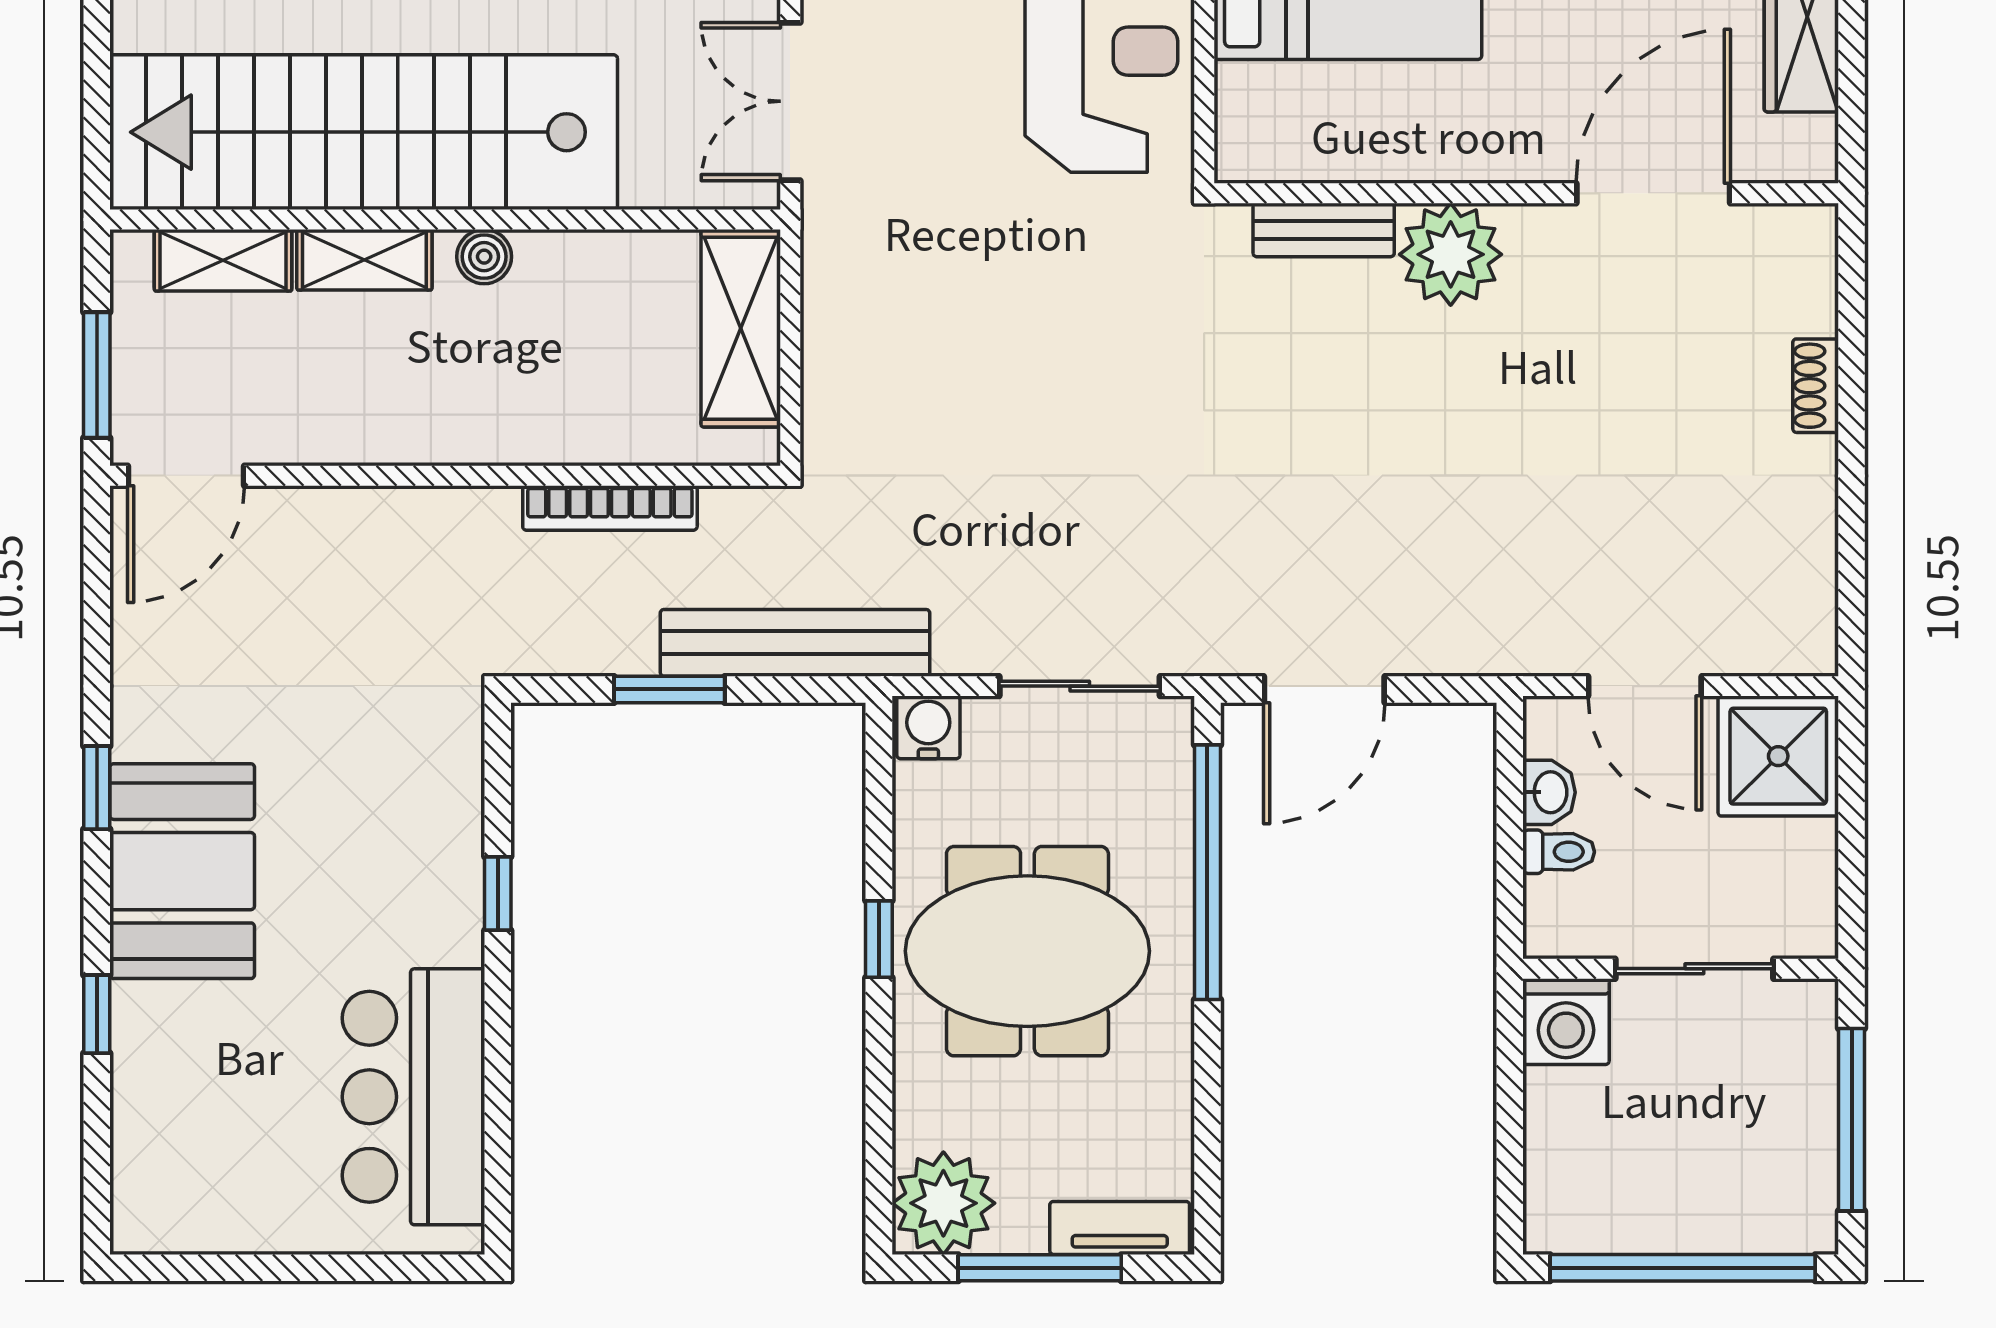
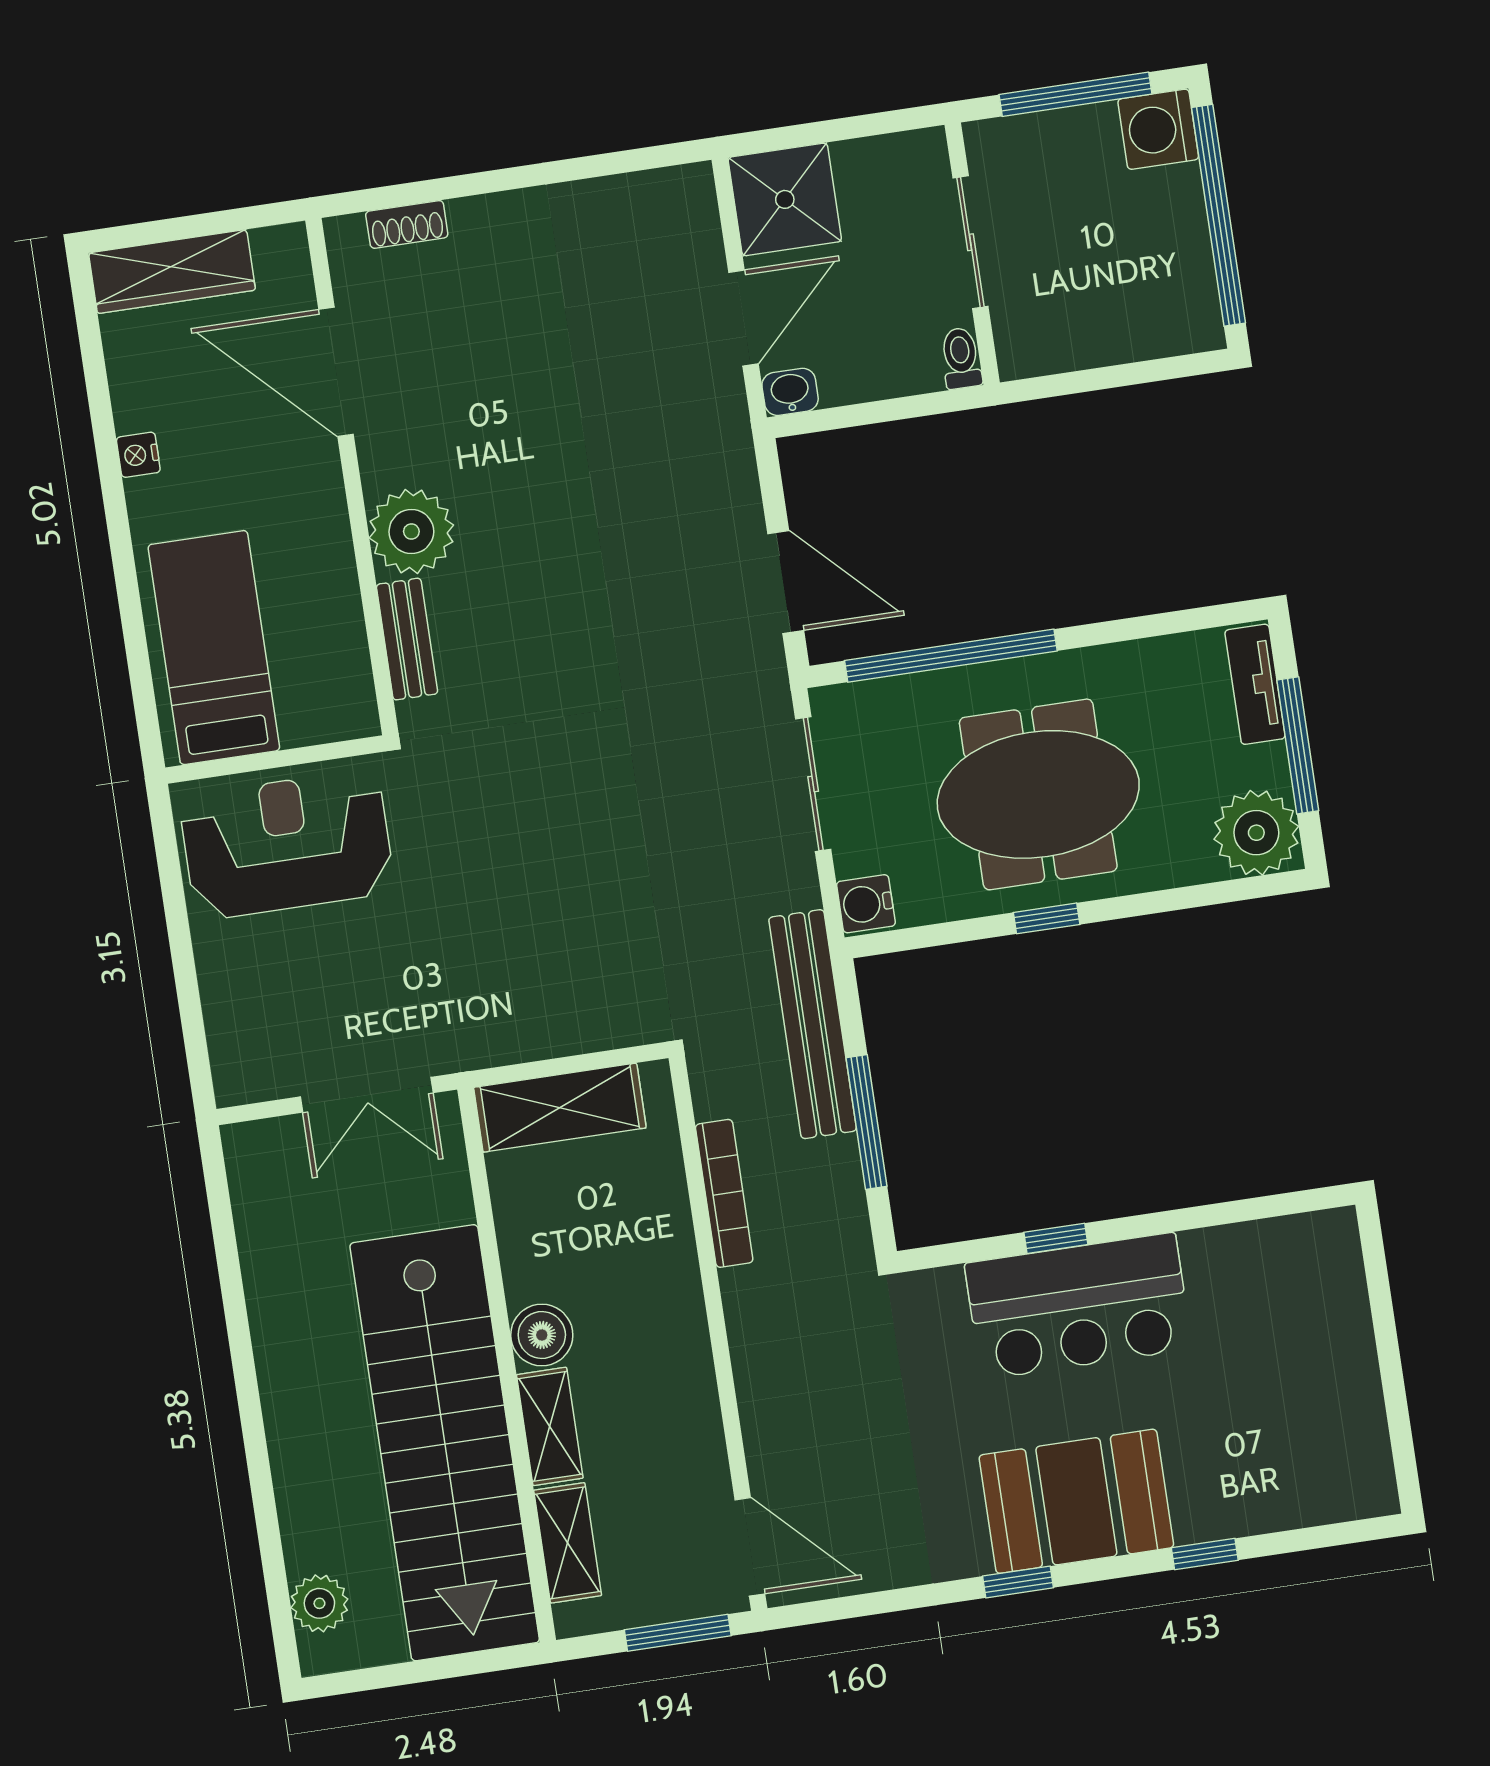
boiler: (484, 257) -> (542, 1335), width x1.36, depth x1.36
shoe rack: (1816, 386) -> (407, 224), moved
window: (669, 689) -> (866, 1122), width x1.44
washbasin: (1549, 792) -> (790, 392), moved
toilet: (1559, 852) -> (961, 358), moved
meeting table: (1027, 951) -> (1038, 794), turned 90
washing machine: (1566, 1022) -> (1158, 129), moved, turned 180
bar counter: (413, 1097) -> (1078, 1306), moved

